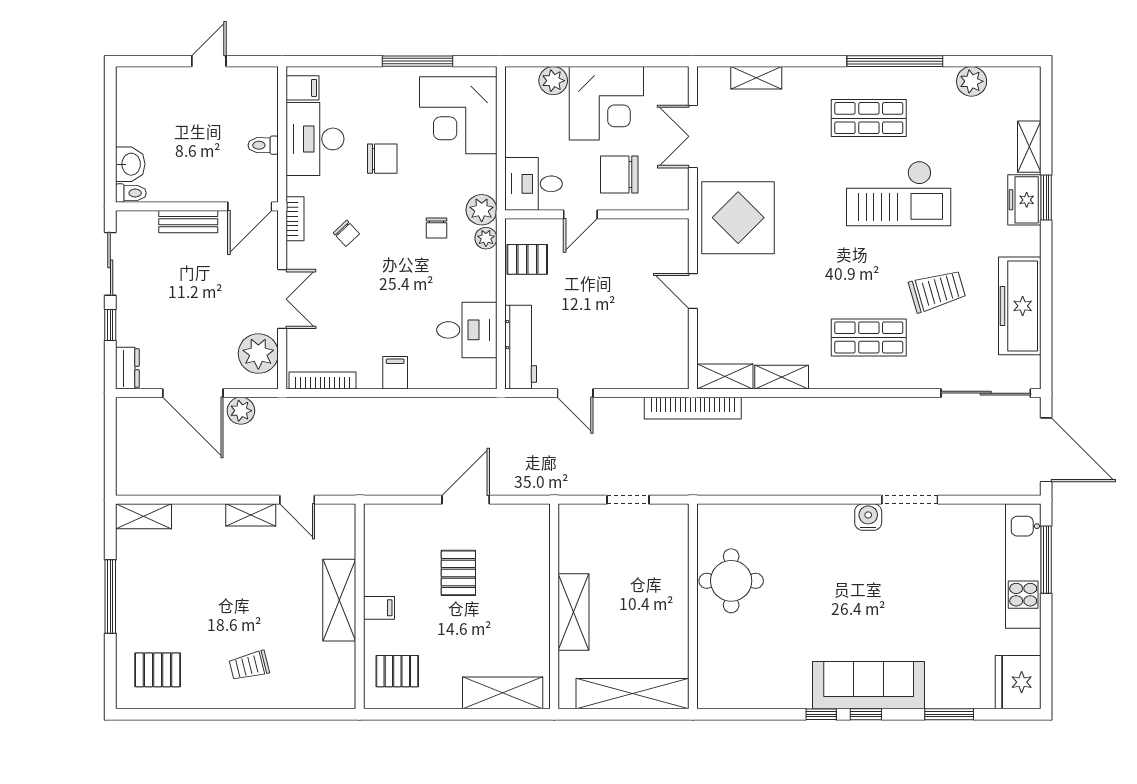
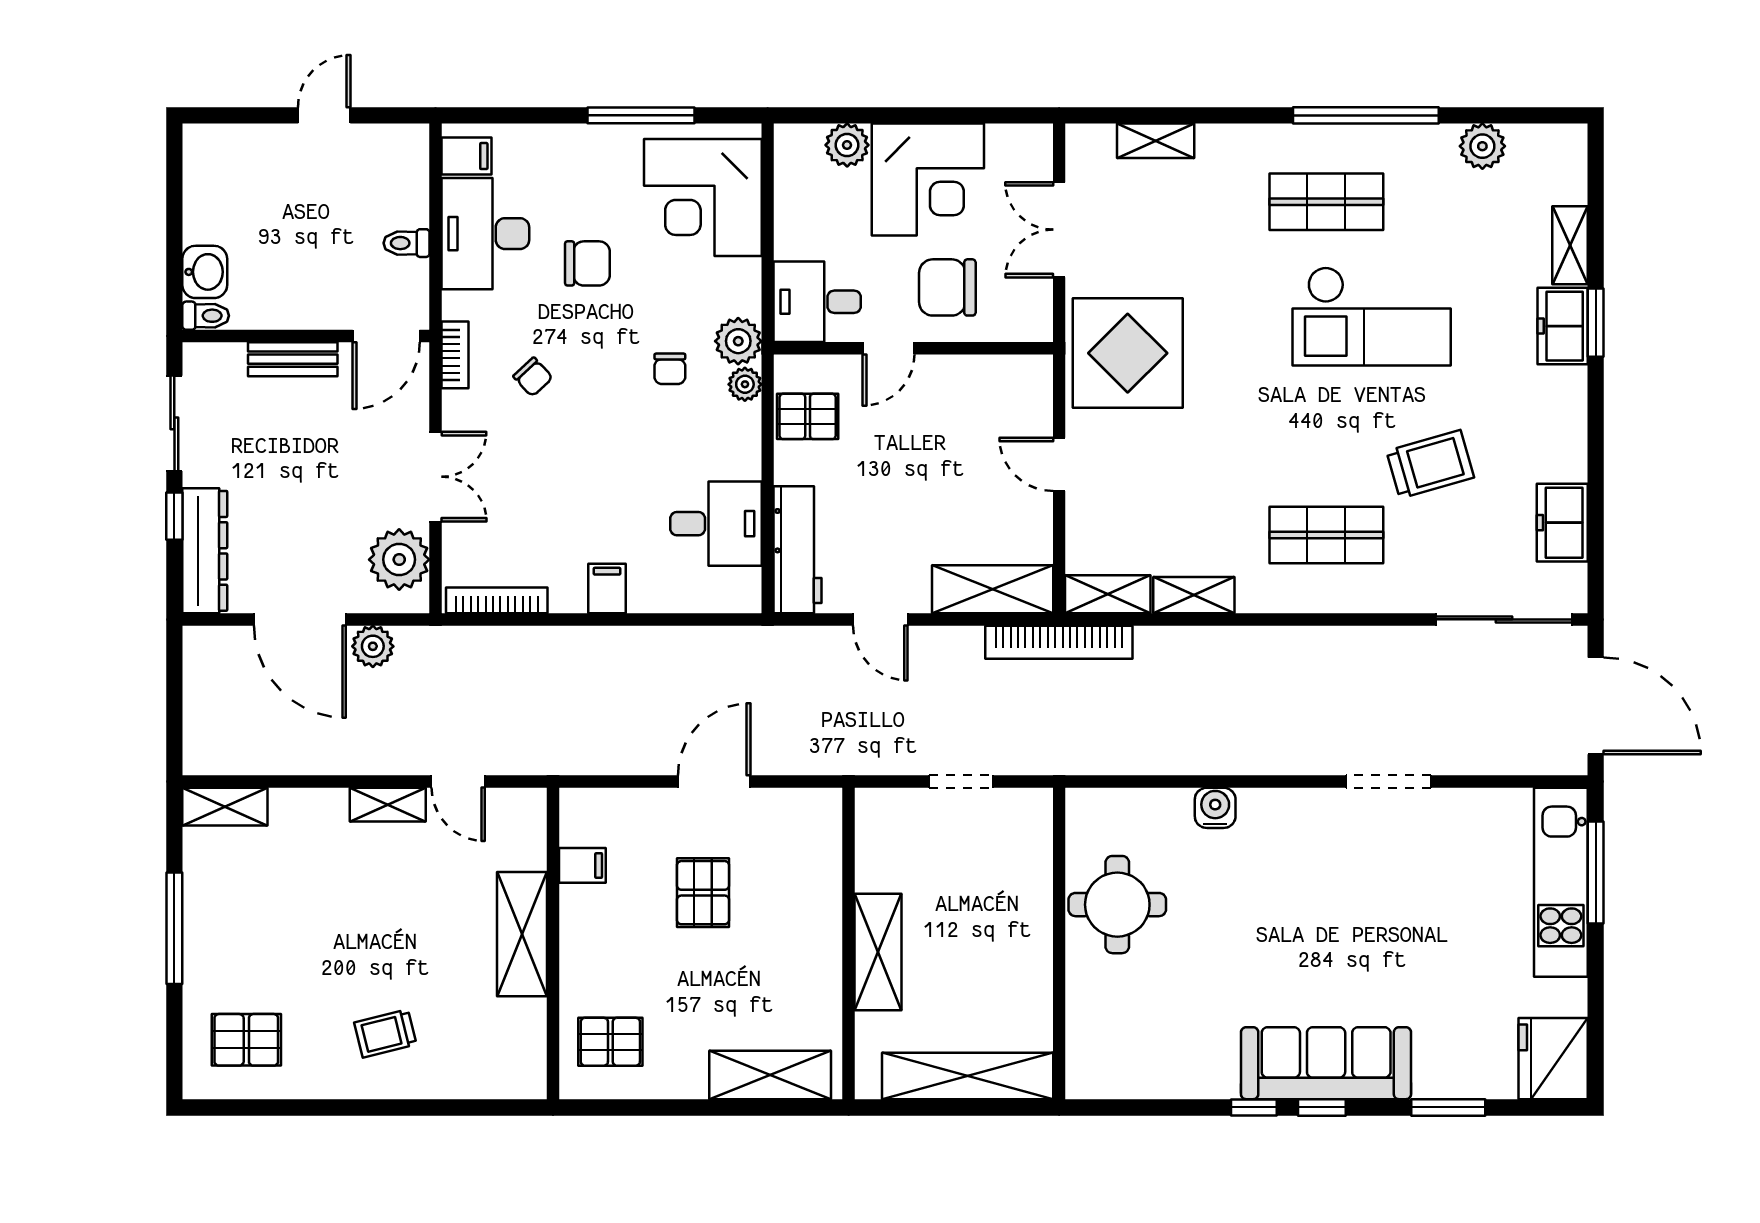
freezer: (1020, 306) -> (1562, 523), width x0.52, depth x0.79
dresser: (127, 368) -> (205, 551), width x1.96, depth x1.24
shelving: (649, 373) -> (993, 589), added
water cooler: (868, 517) -> (1215, 808), moved
filing cabinet: (379, 608) -> (582, 865), moved

